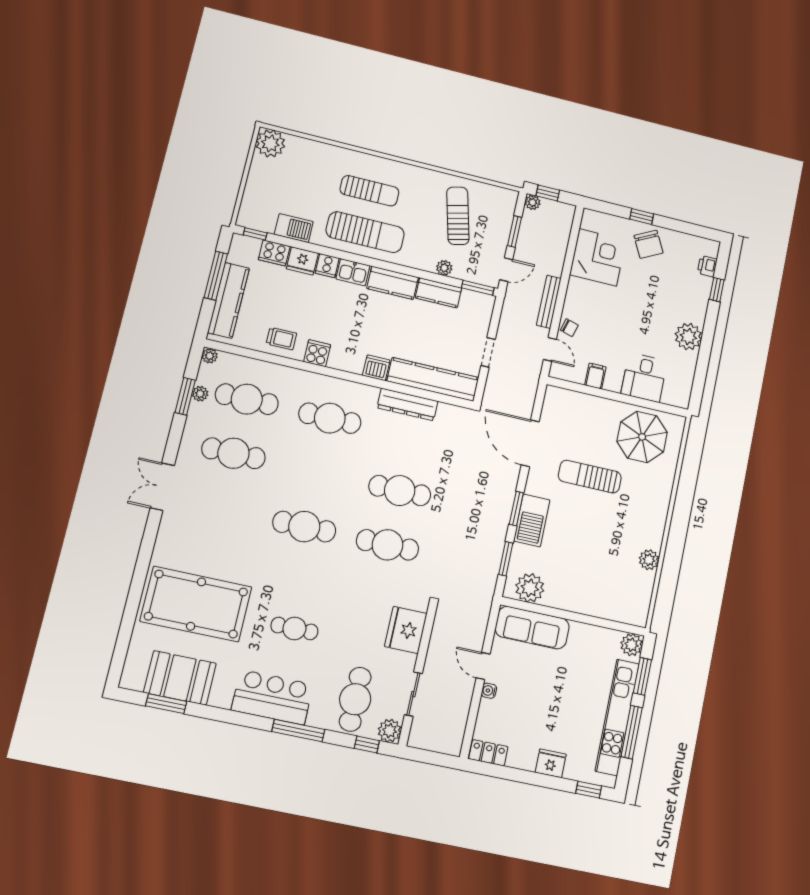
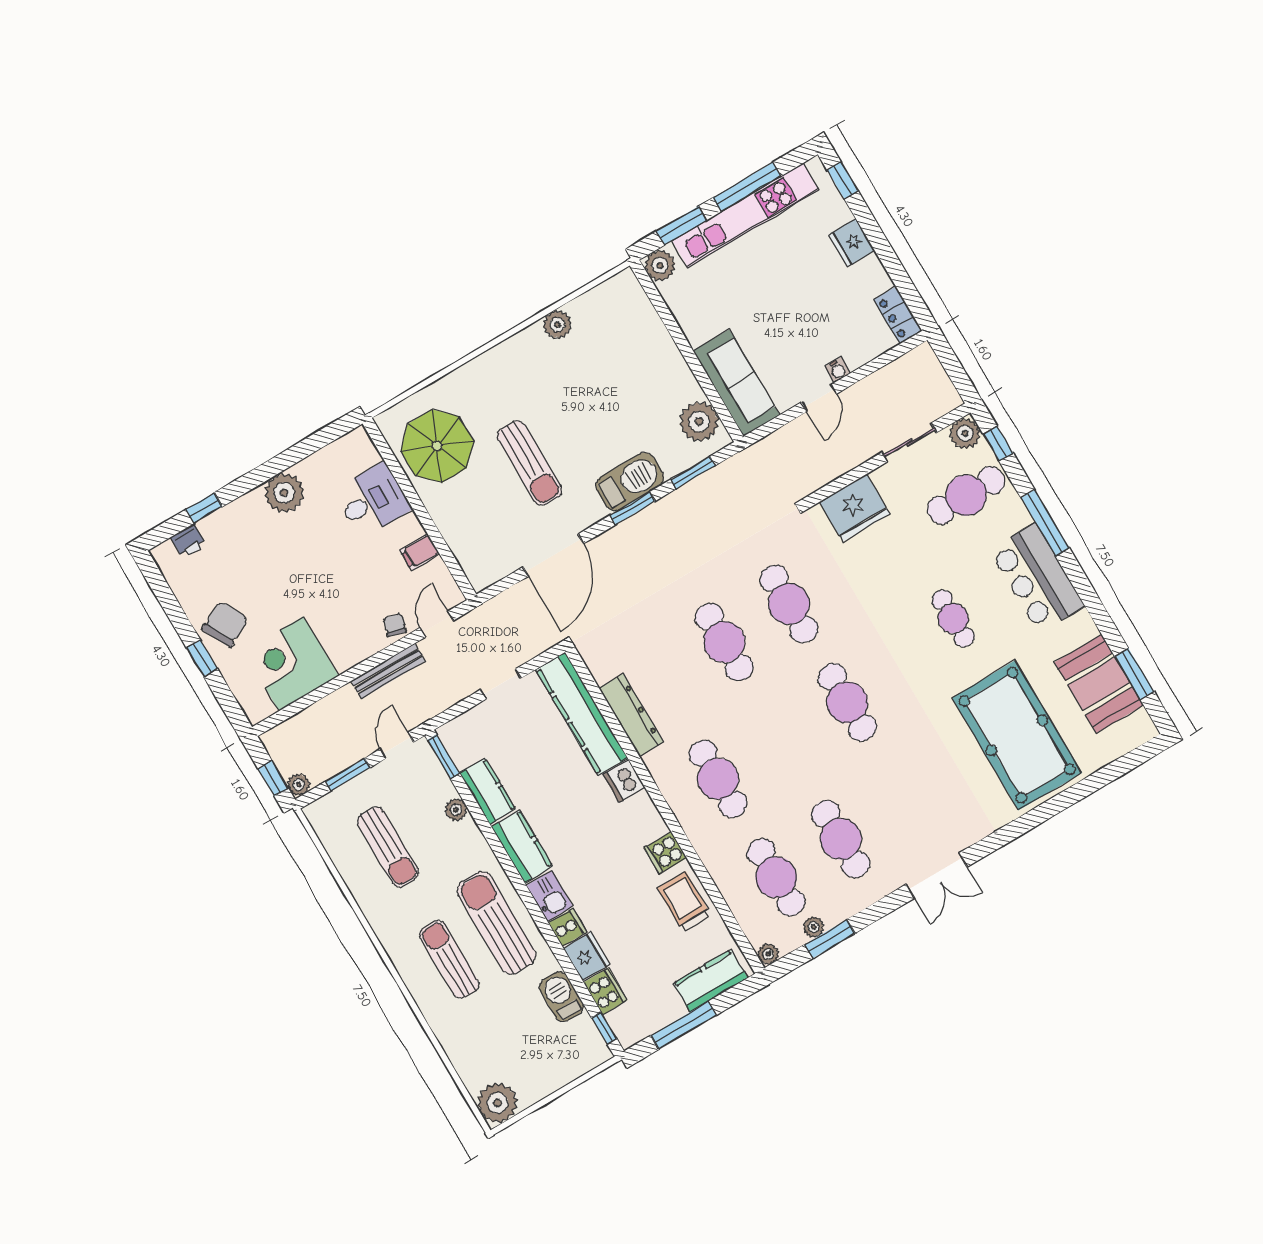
sun lounger: (458, 216) -> (388, 847), turned -76
door: (506, 270) -> (397, 746), hinge flipped
kitchen counter: (228, 300) -> (710, 981), width x0.67
trolley: (281, 339) -> (684, 902), width x1.36, depth x1.39

